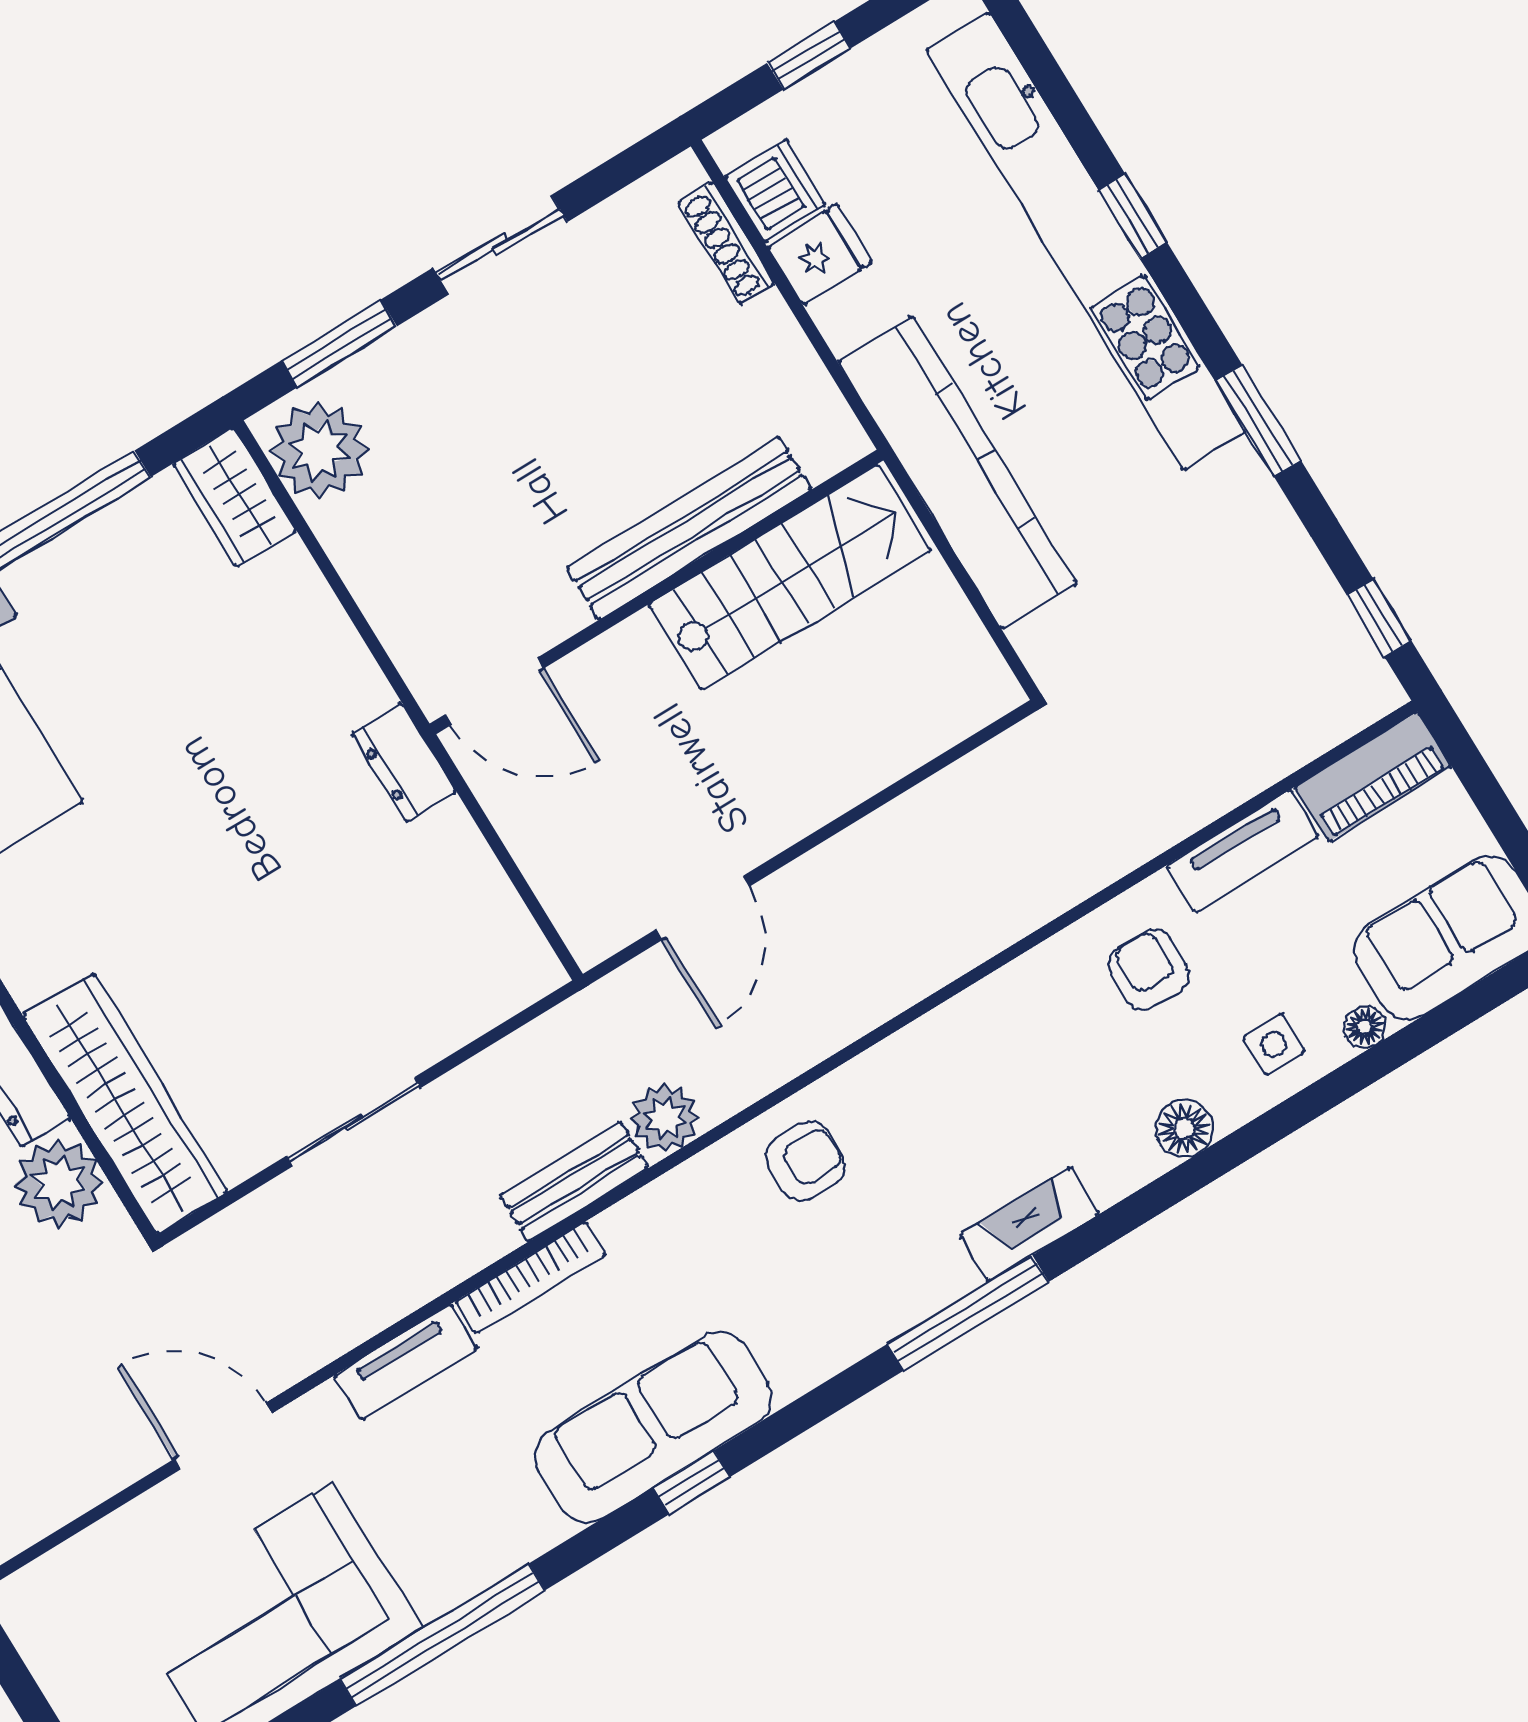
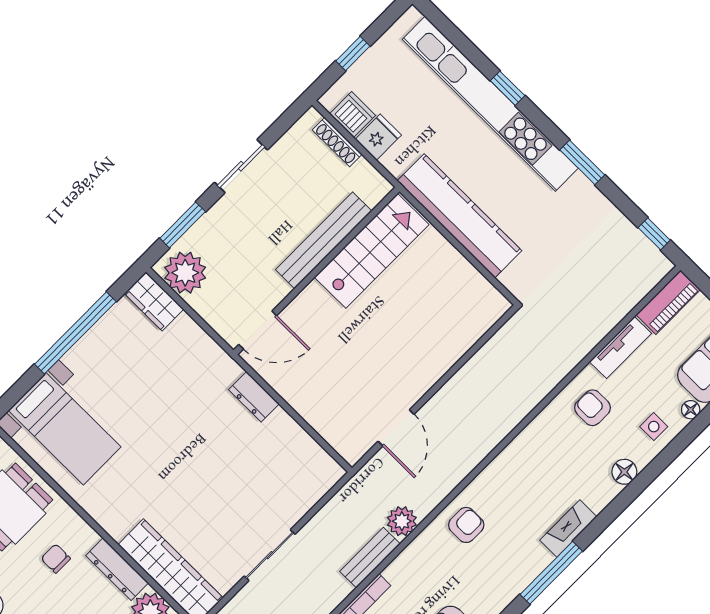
bench: (689, 528) -> (324, 240), moved
stairs: (790, 577) -> (372, 251), moved
wall: (656, 592) -> (316, 271), moved
door: (494, 691) -> (258, 330), moved

